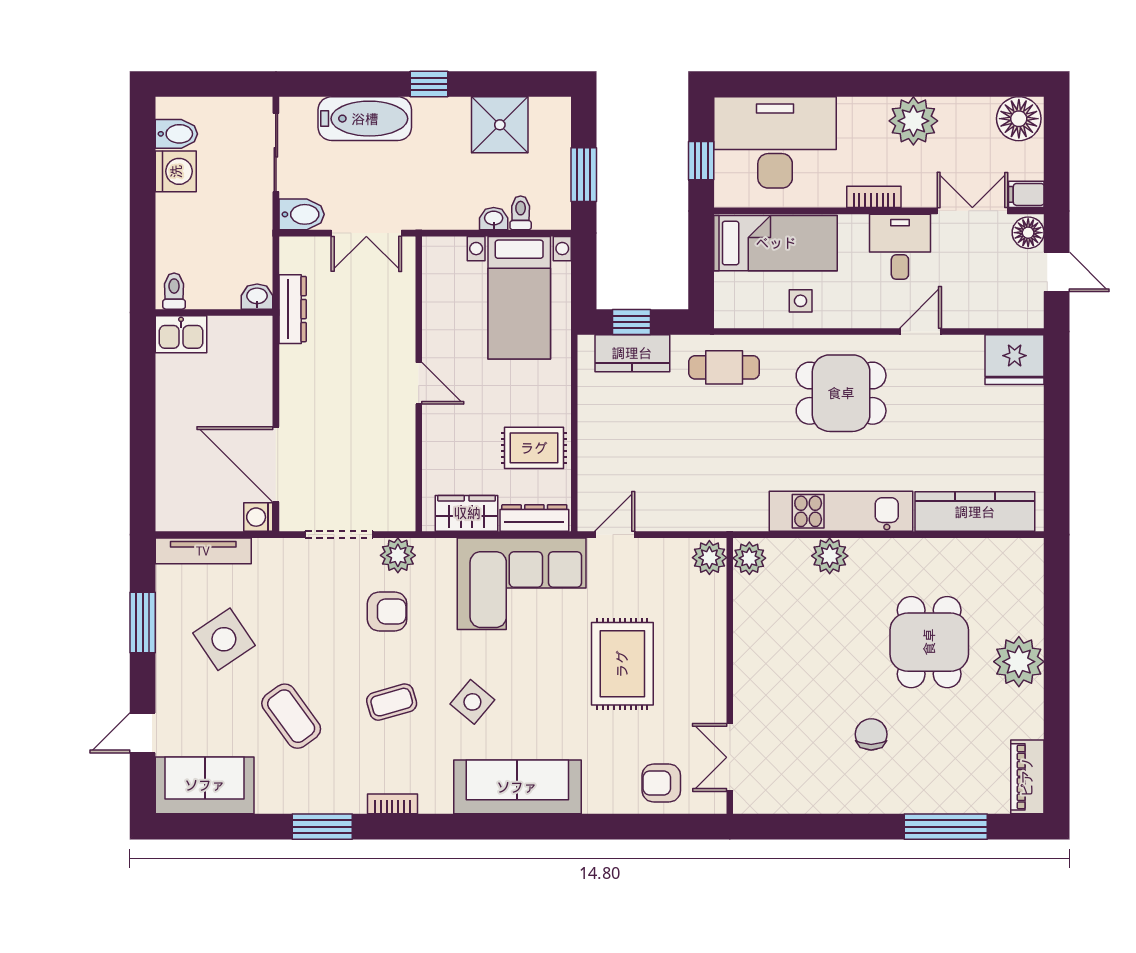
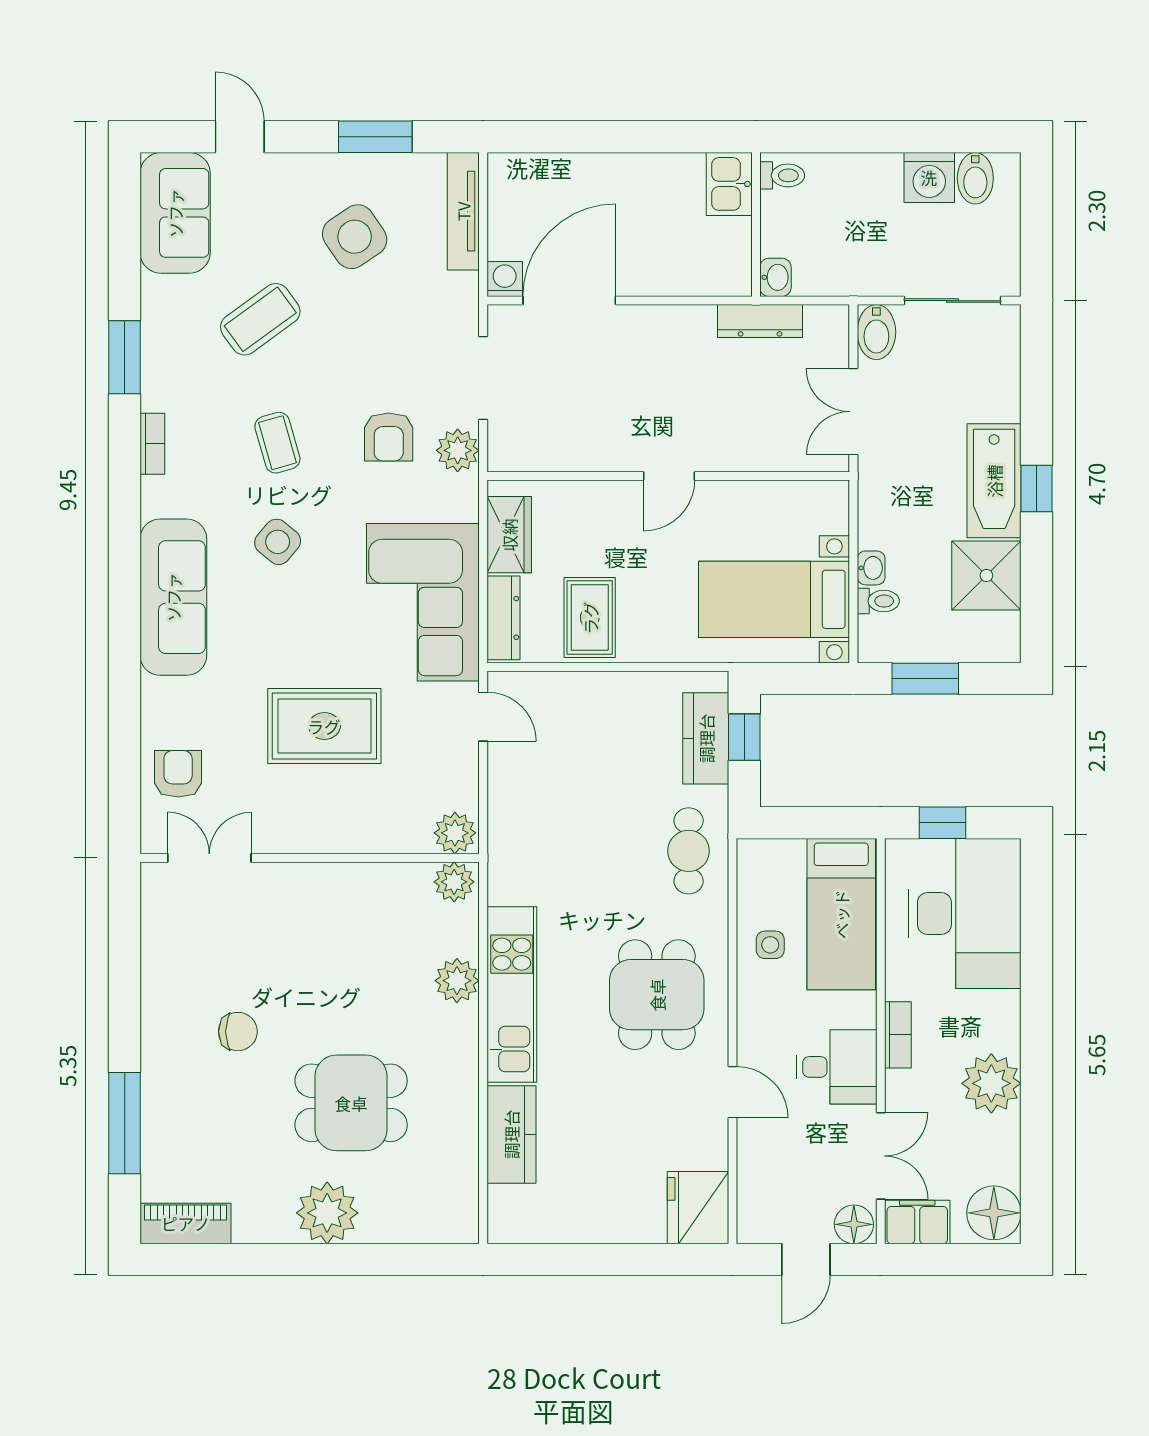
bathtub: (365, 119) -> (994, 481), moved
filing cabinet: (1026, 194) -> (917, 1222), width x2.00
kitchen counter: (975, 512) -> (511, 1134), width x0.67

